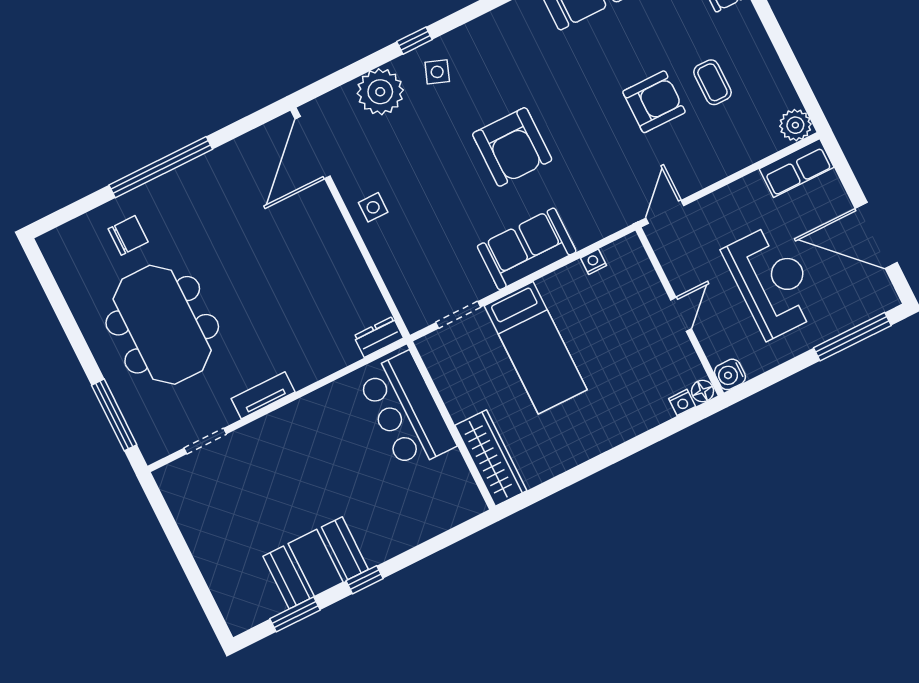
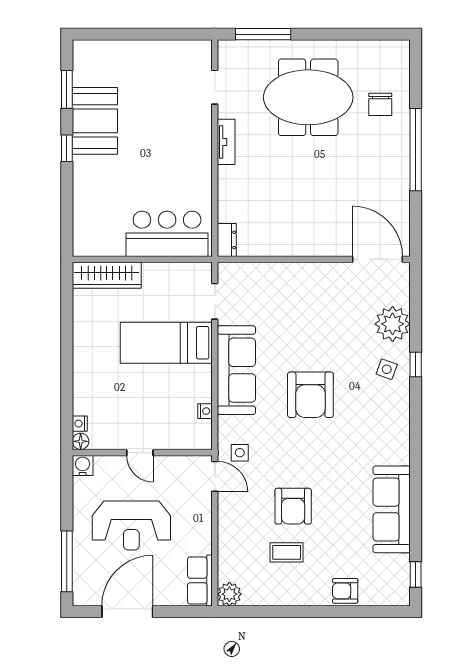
armchair: (512, 147) -> (310, 395), turned -90
side table: (373, 207) -> (240, 453), moved
sofa: (527, 249) -> (236, 370), width x1.36

